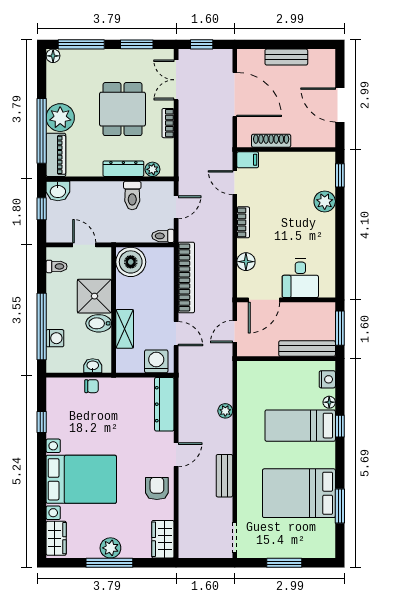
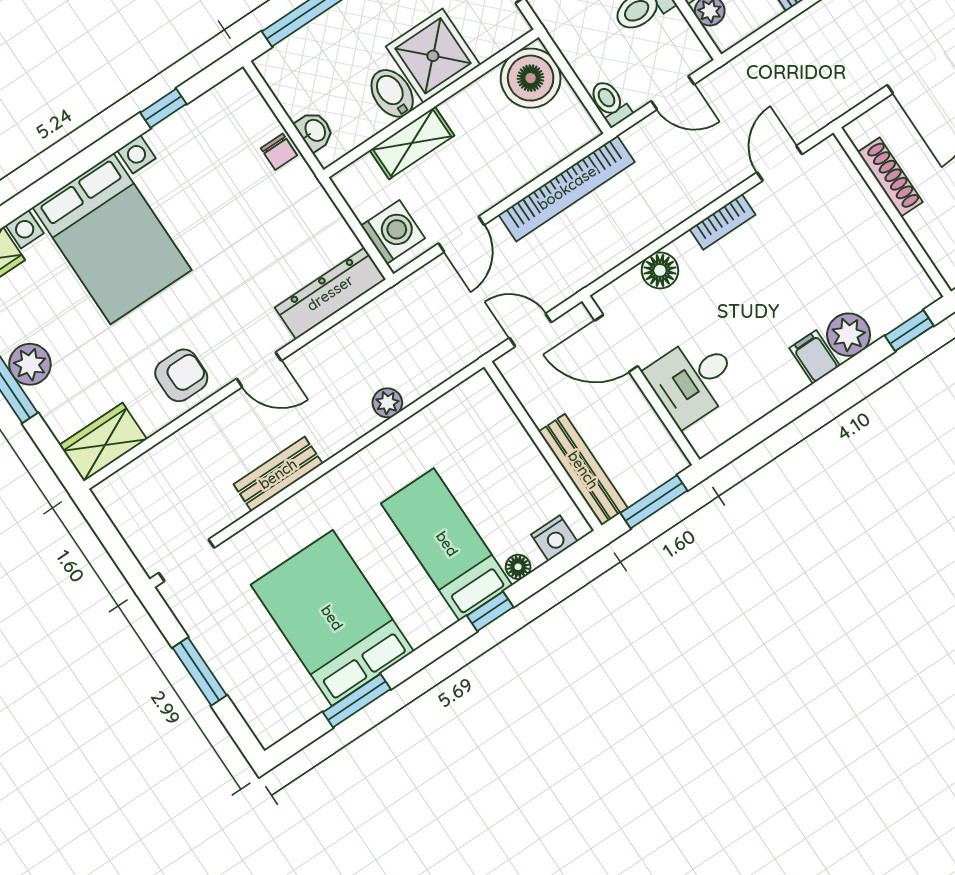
filing cabinet: (248, 160) -> (815, 357), moved, turned 180
washing machine: (55, 338) -> (318, 37), removed

